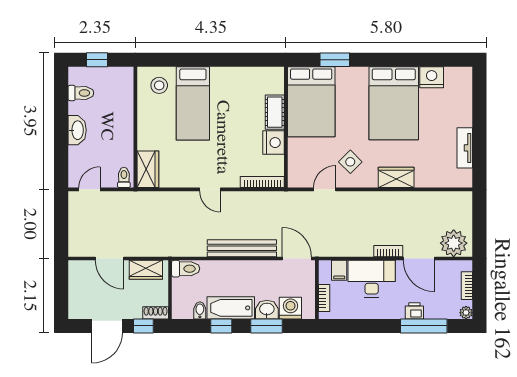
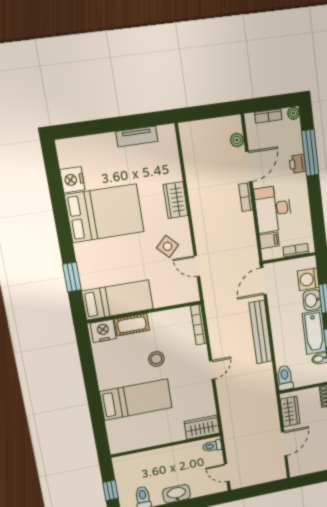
stool: (159, 85) -> (156, 359), moved
bed: (311, 102) -> (118, 300), width x0.67
nightstand: (273, 143) -> (103, 331), moved
plant: (454, 243) -> (237, 140), width x0.53, depth x0.53

